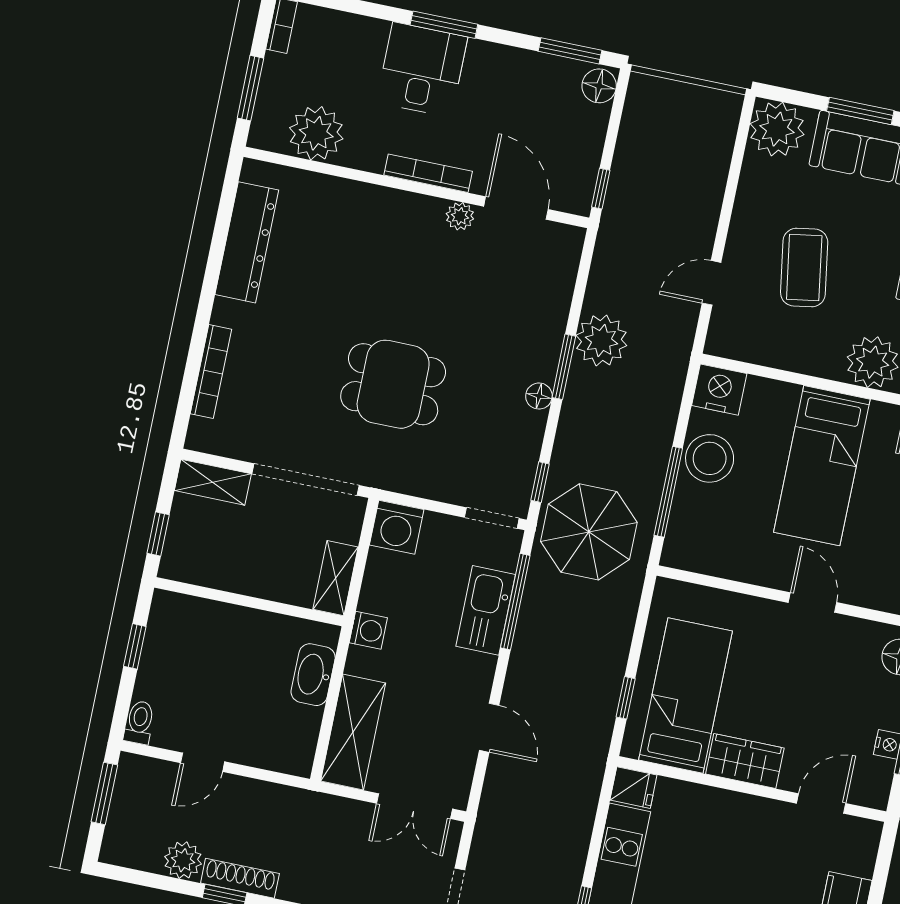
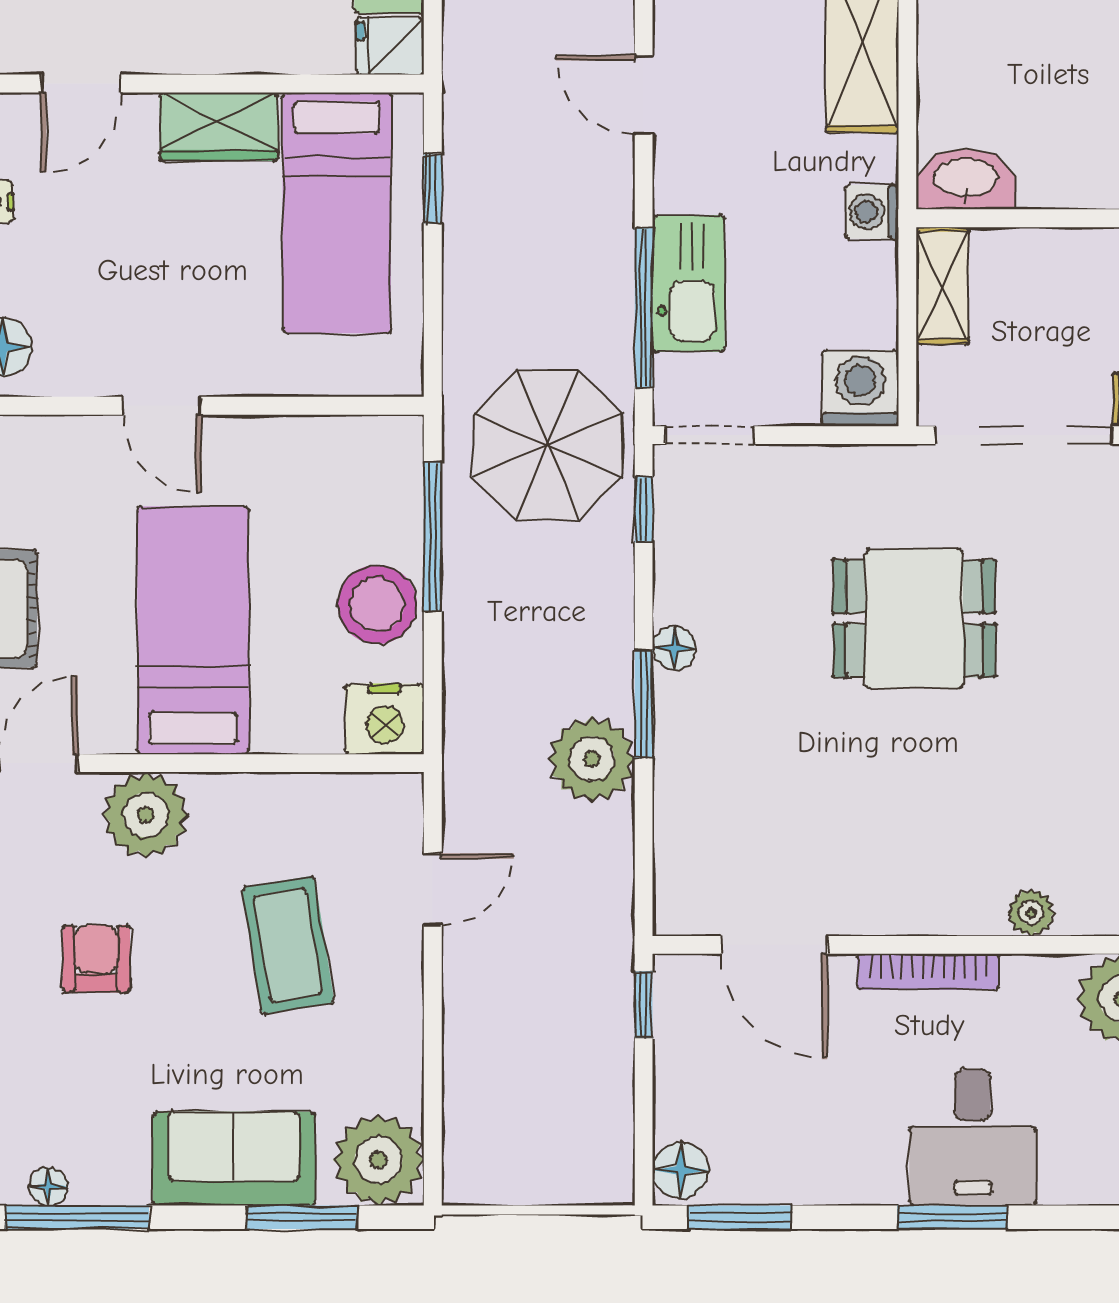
window: (860, 111) -> (302, 1217), moved
plant: (460, 216) -> (1031, 913), moved
washbasin: (313, 675) -> (965, 179), moved, turned -90

